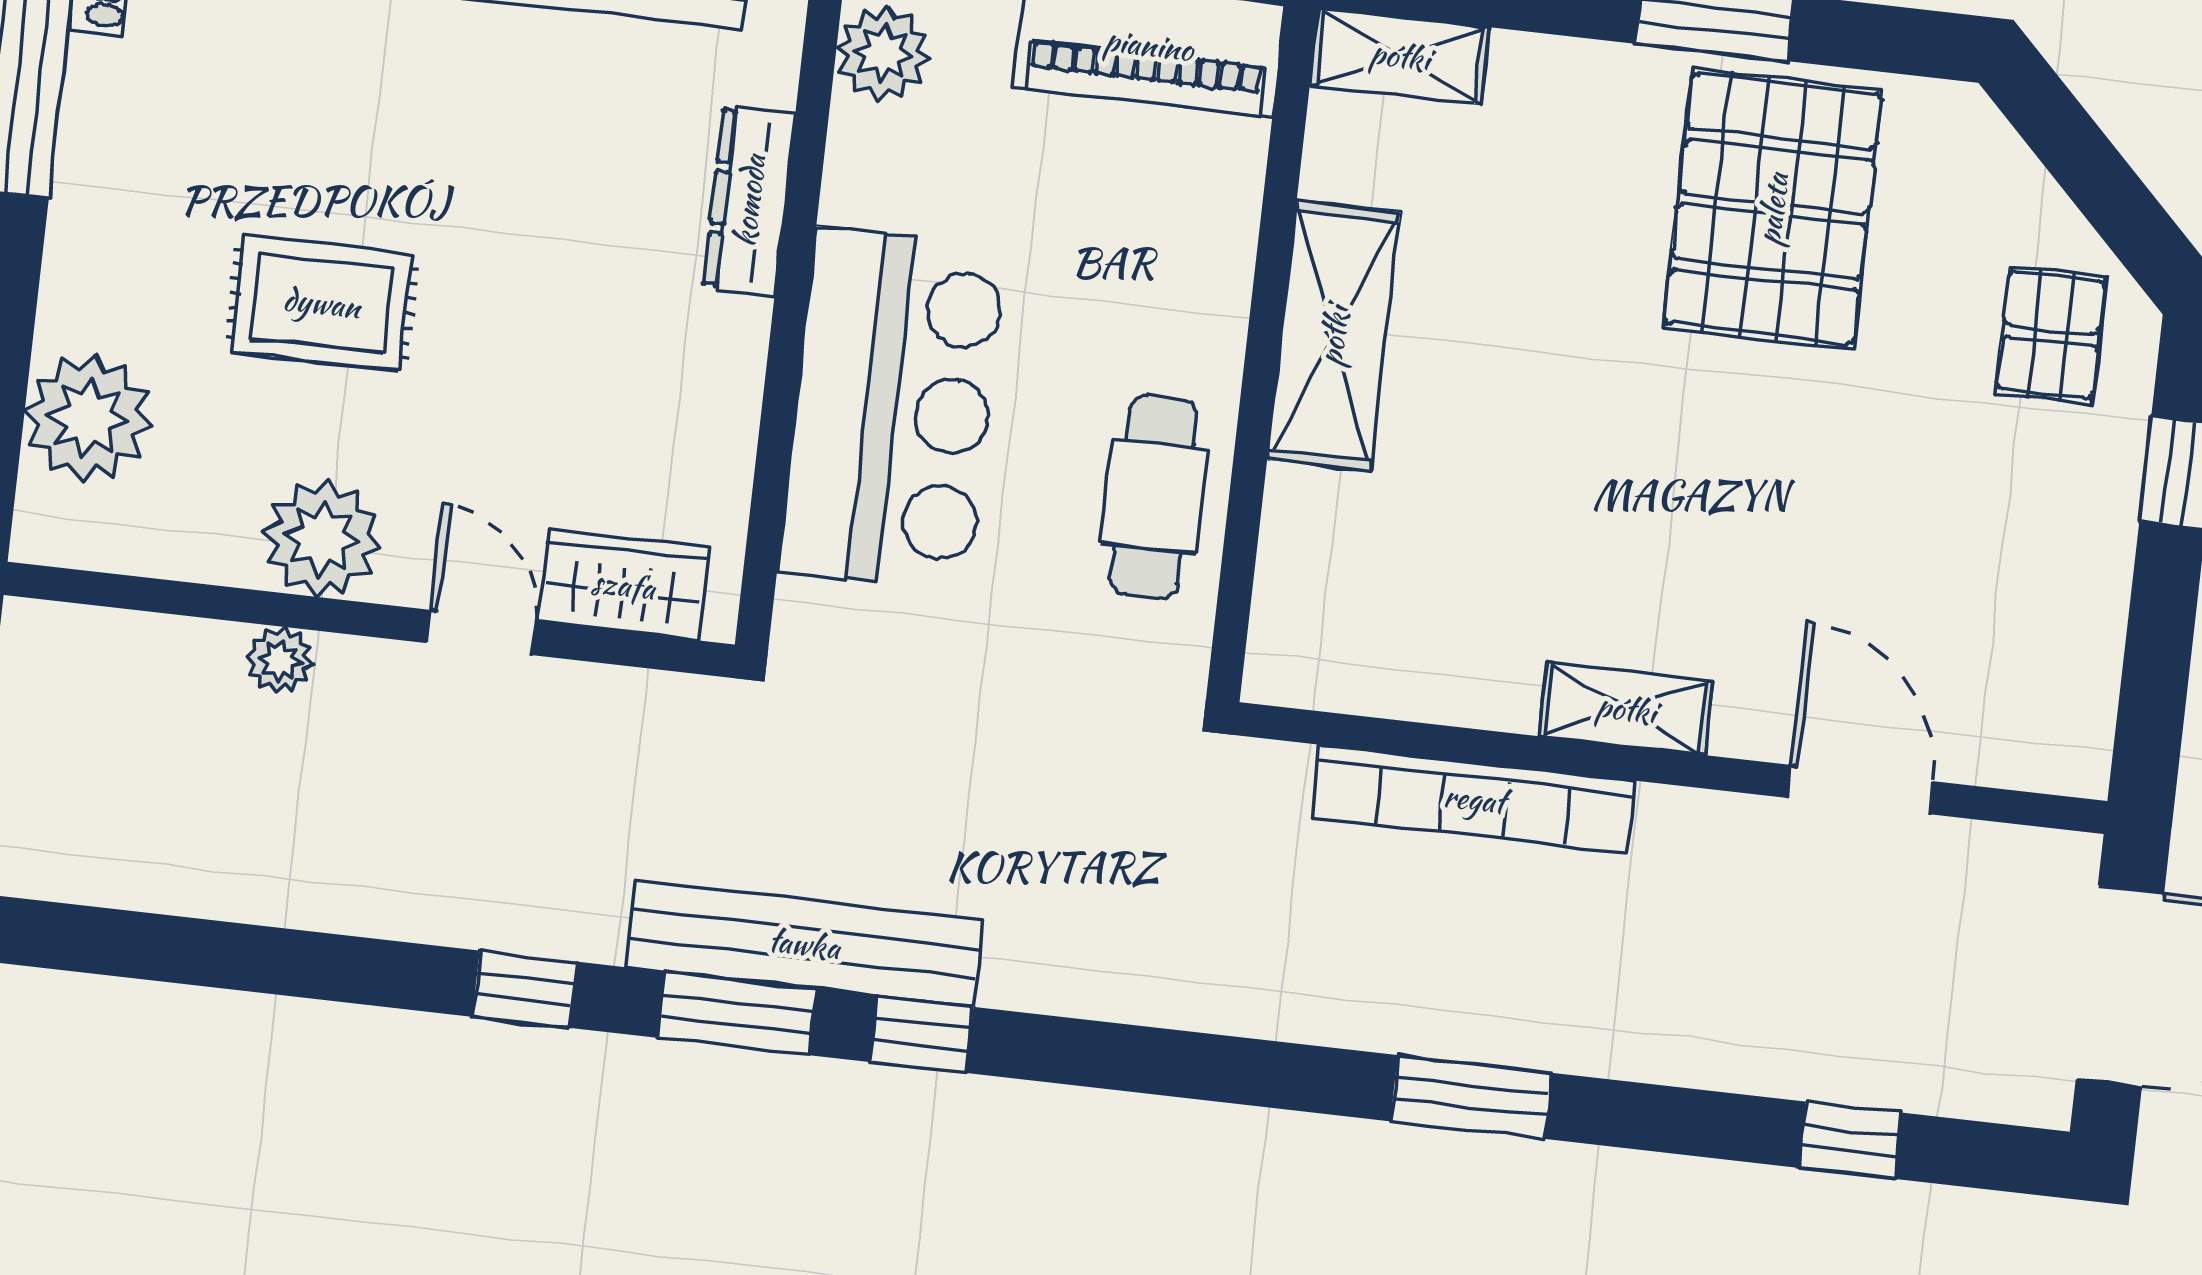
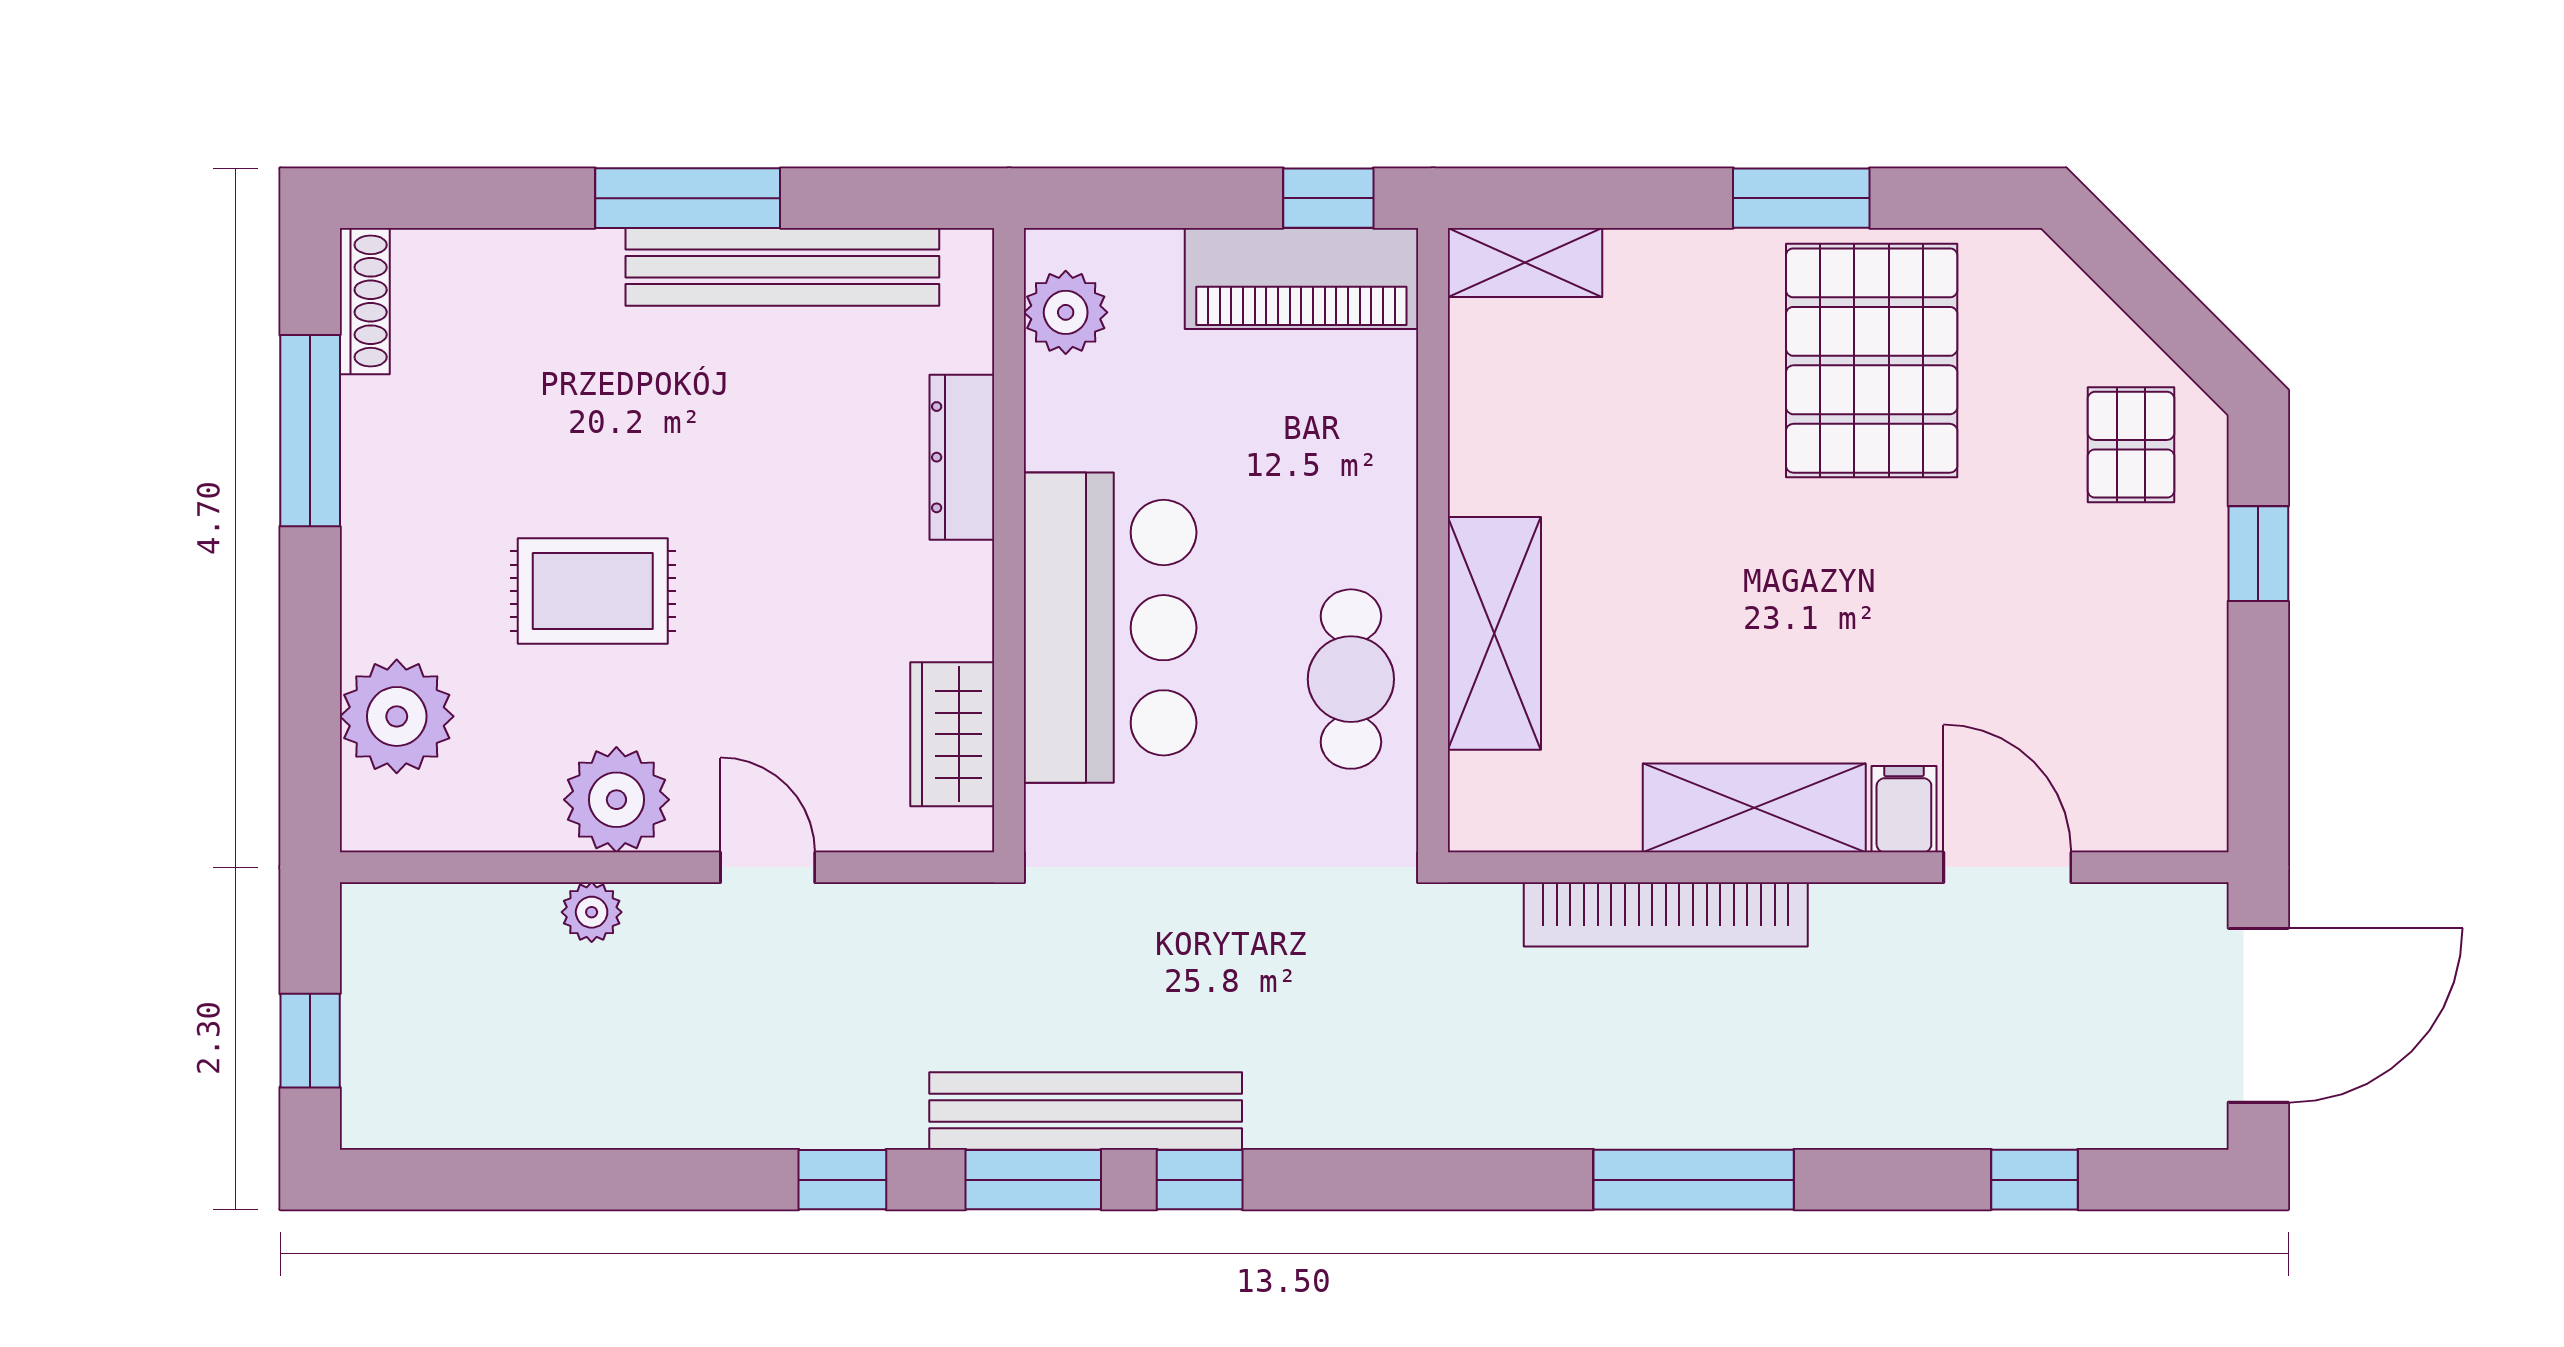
shelving: (1334, 336) -> (1494, 633), moved
wardrobe: (623, 585) -> (952, 734), moved, turned -90
shelving: (1626, 709) -> (1754, 808), width x1.50, depth x1.33
filing cabinet: (1752, 712) -> (1904, 809), added
window: (1471, 1097) -> (1694, 1180), width x1.44

